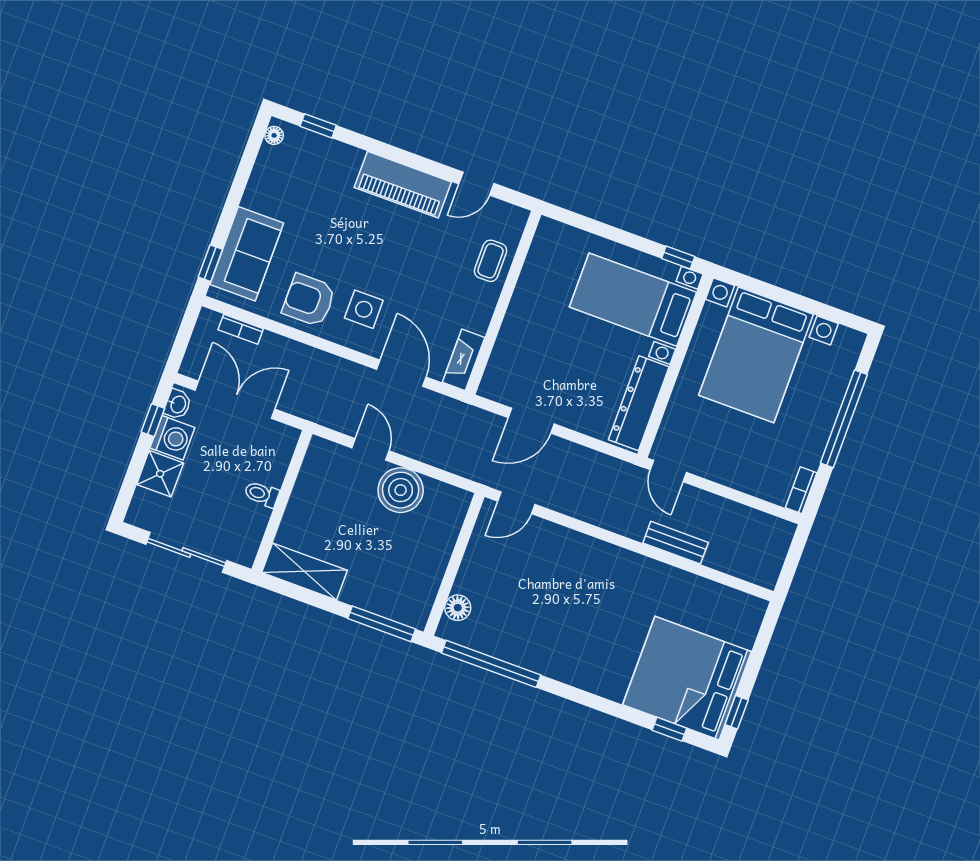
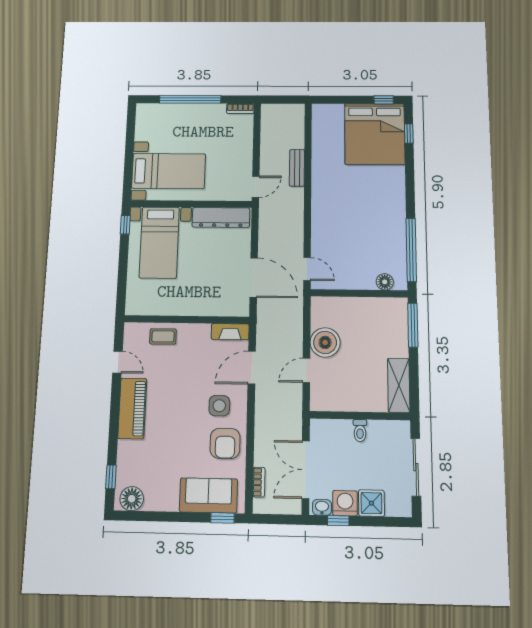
floor lamp: (274, 135) -> (132, 499), width x1.89, depth x1.89
bed with nightstands: (756, 355) -> (169, 171), width x0.73
door: (531, 421) -> (254, 277), width x1.36

